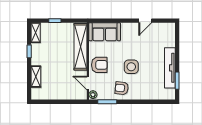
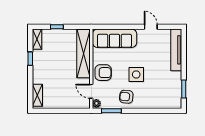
door: (145, 21) -> (151, 27), swing flipped
sofa: (105, 32) -> (114, 38), width x1.36
tv unit: (170, 68) -> (176, 50), moved
shelving: (36, 77) -> (37, 95), moved

